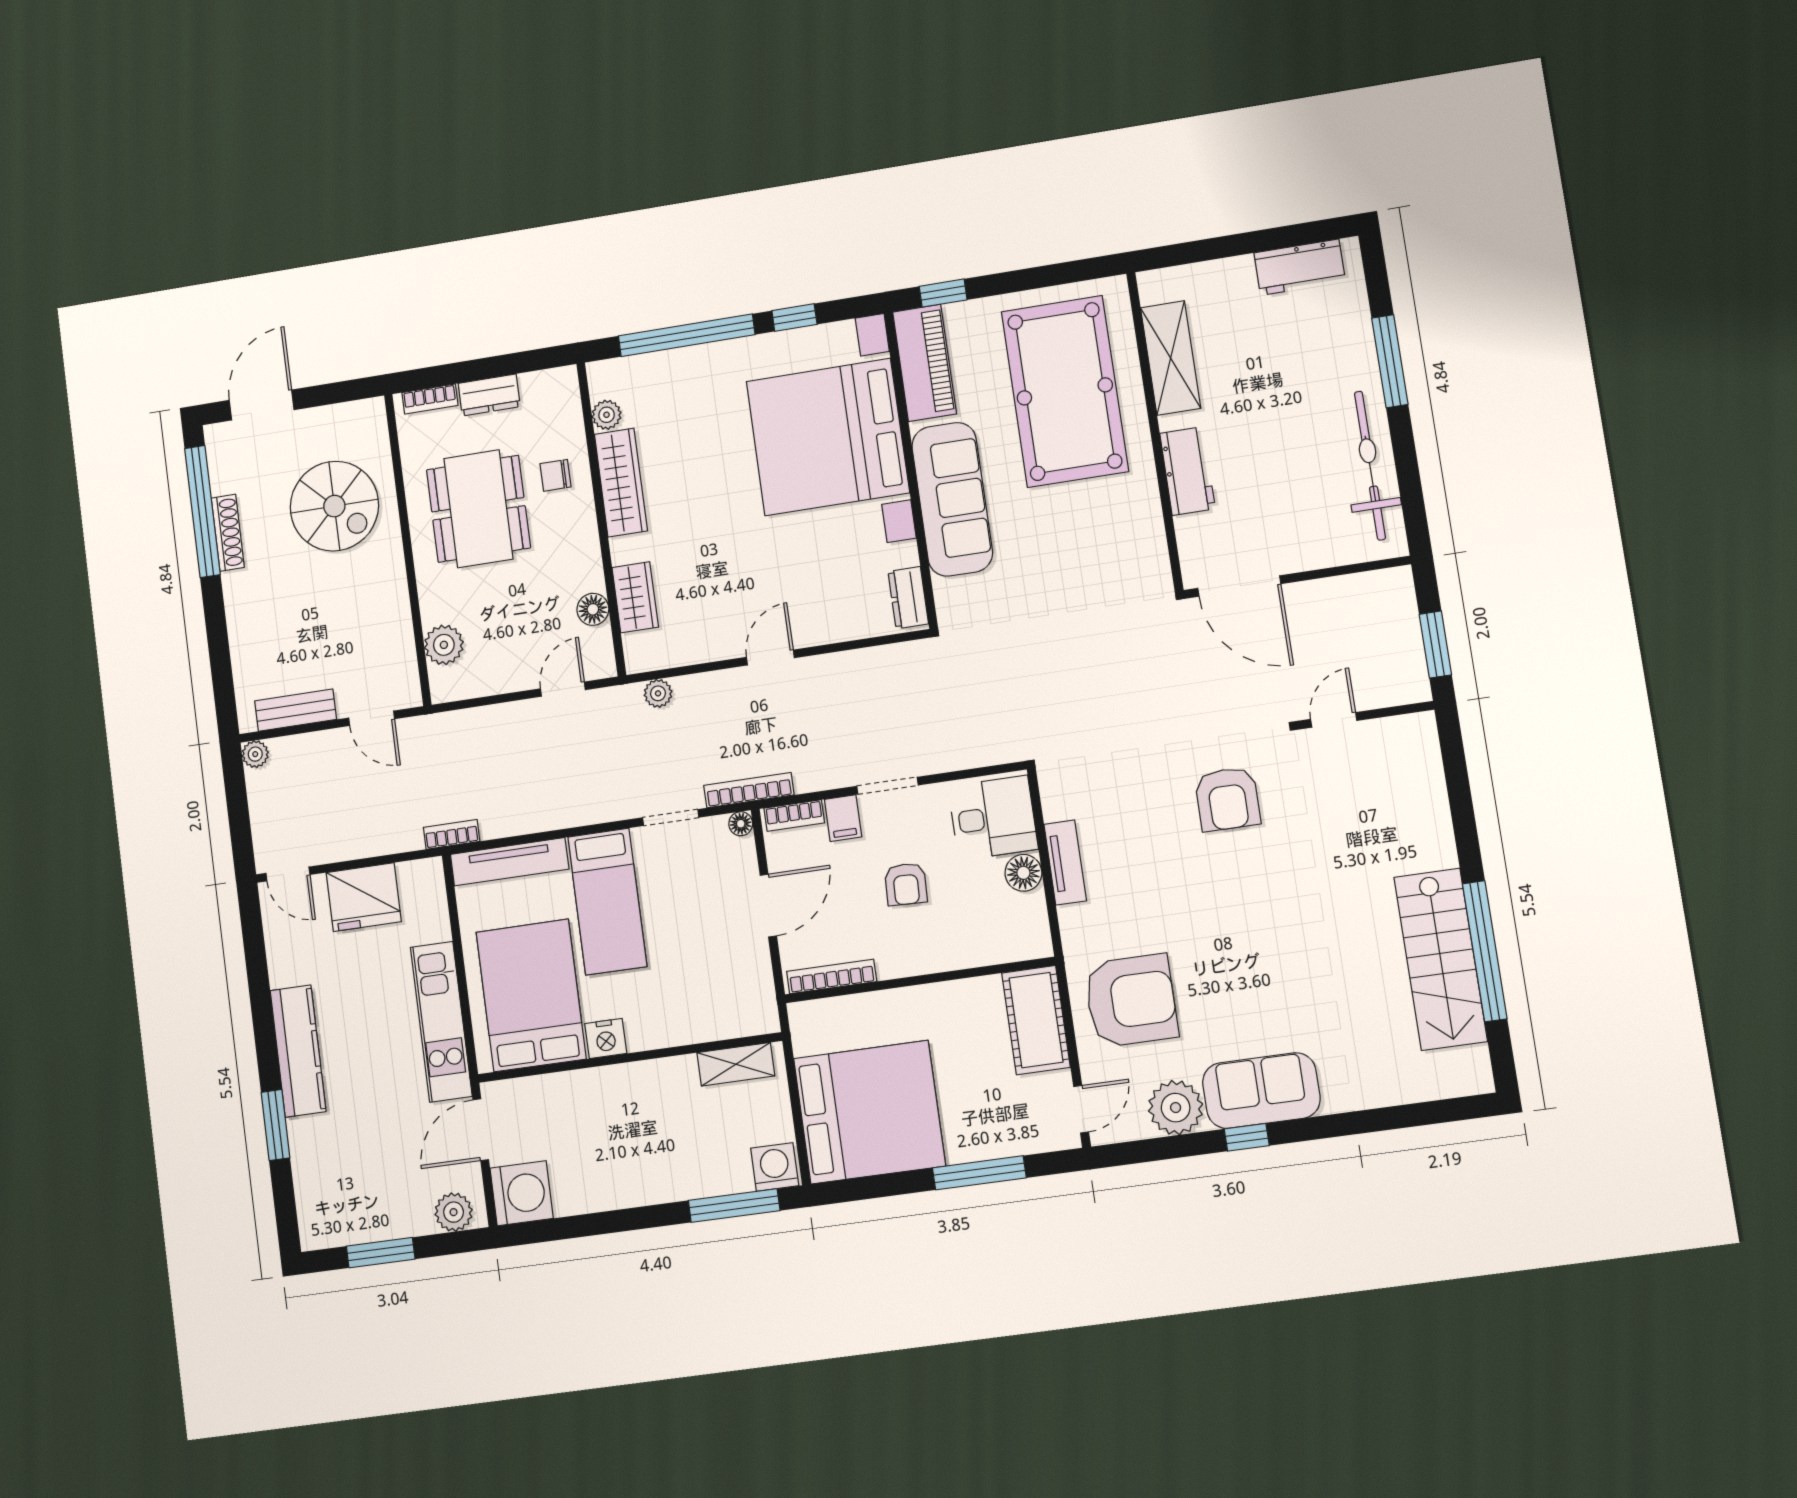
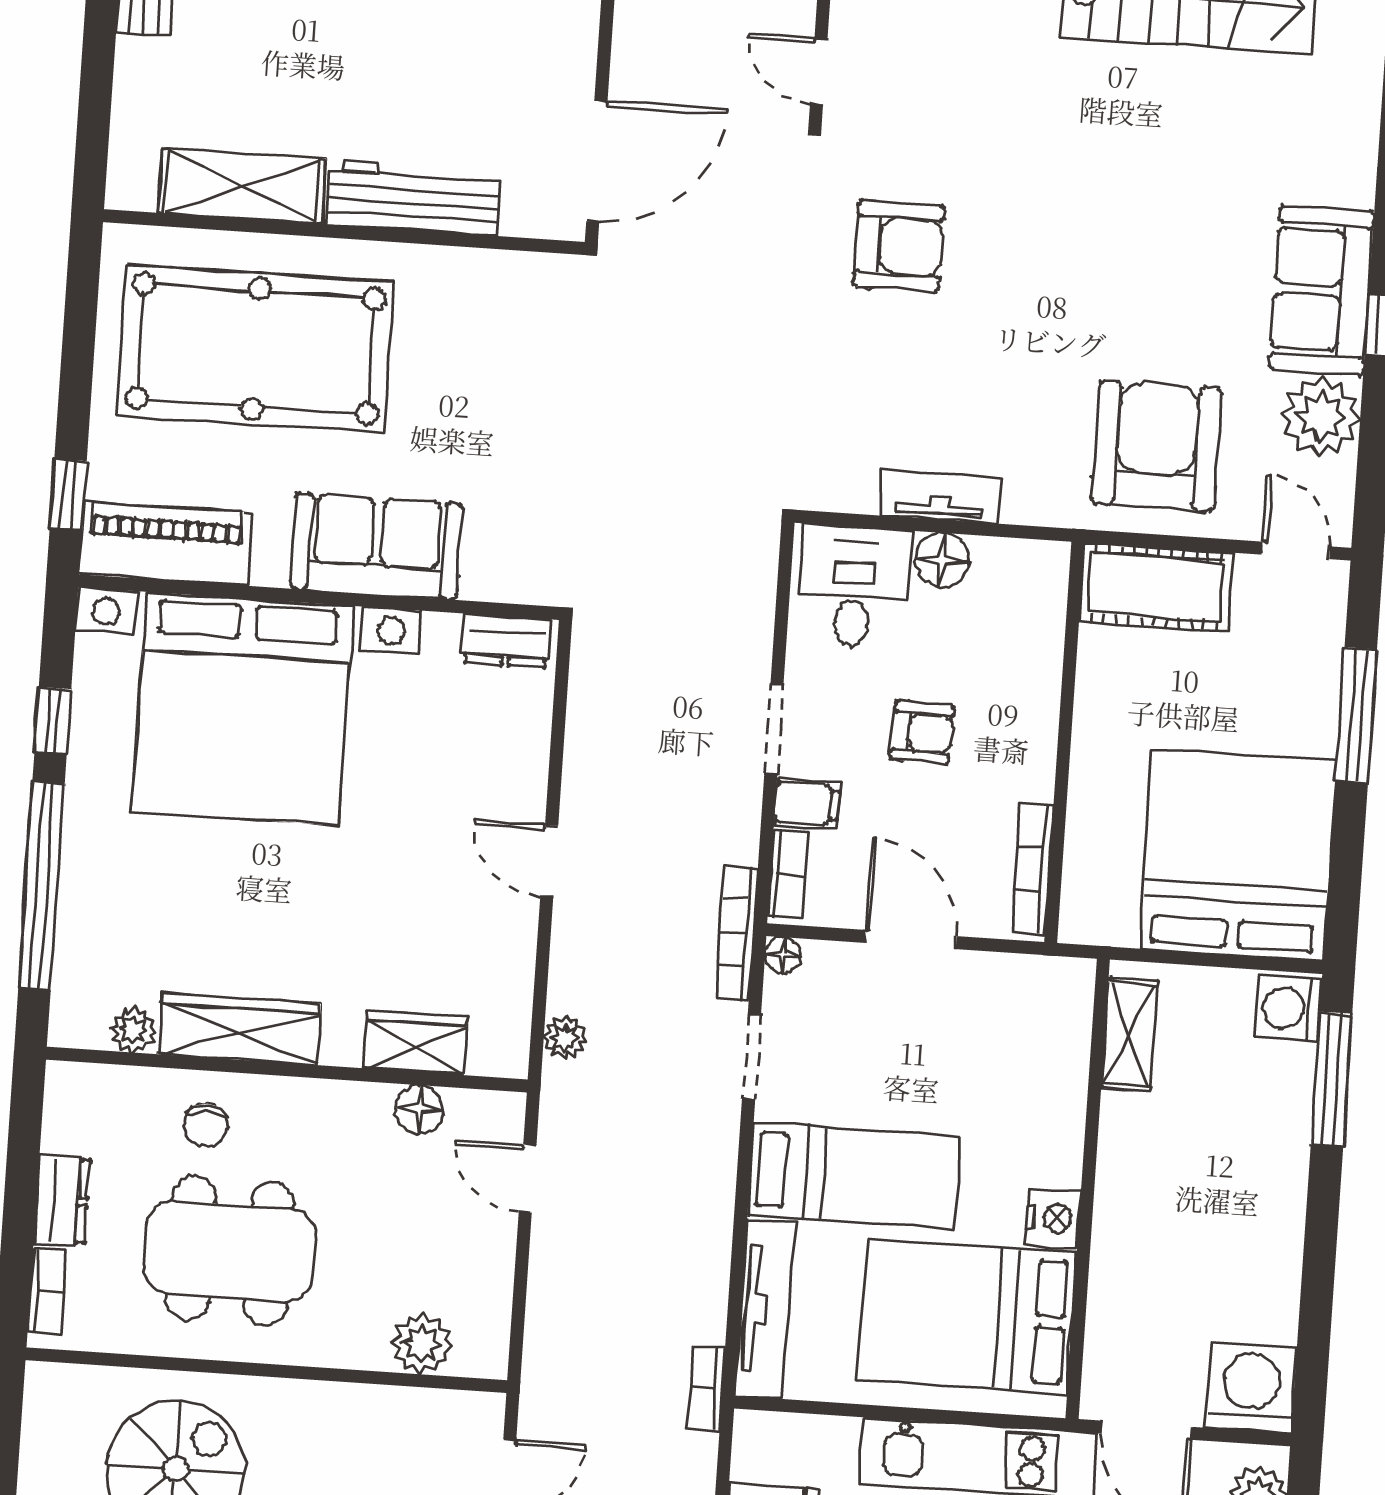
workbench: (1188, 471) -> (413, 198), width x1.38
sofa: (952, 499) -> (376, 546), width x0.73

